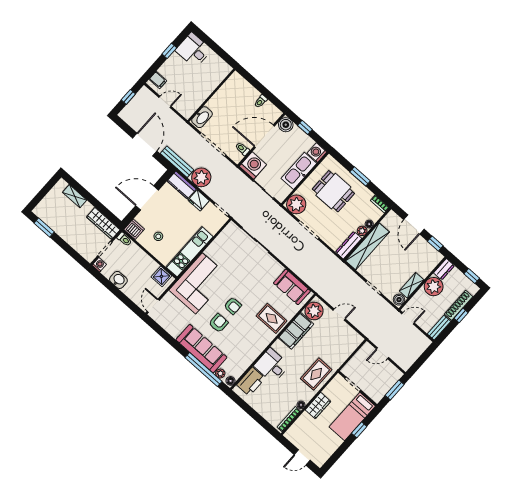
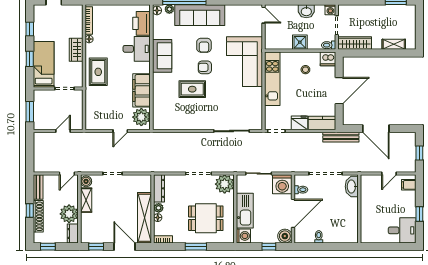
plant: (201, 177) -> (313, 142), removed
shelving: (367, 246) -> (144, 218), moved
shower: (161, 276) -> (300, 42), moved
sofa: (292, 287) -> (162, 56), moved, turned 90
rug: (272, 318) -> (192, 89), moved
window: (339, 452) -> (30, 29), added

